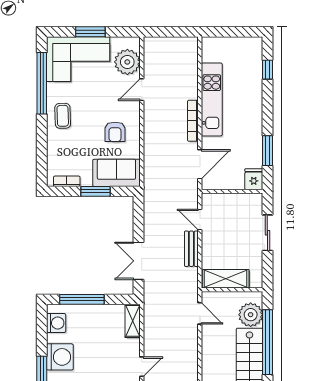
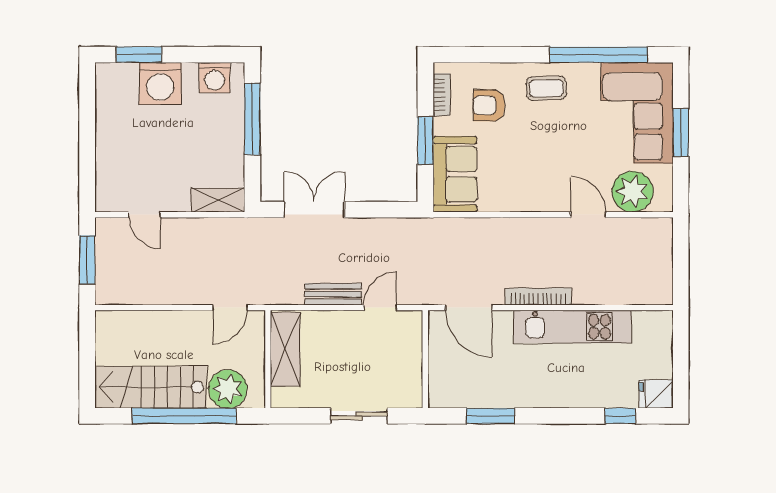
armchair: (115, 132) -> (489, 105), moved
fridge: (254, 179) -> (656, 394), moved, turned 180

